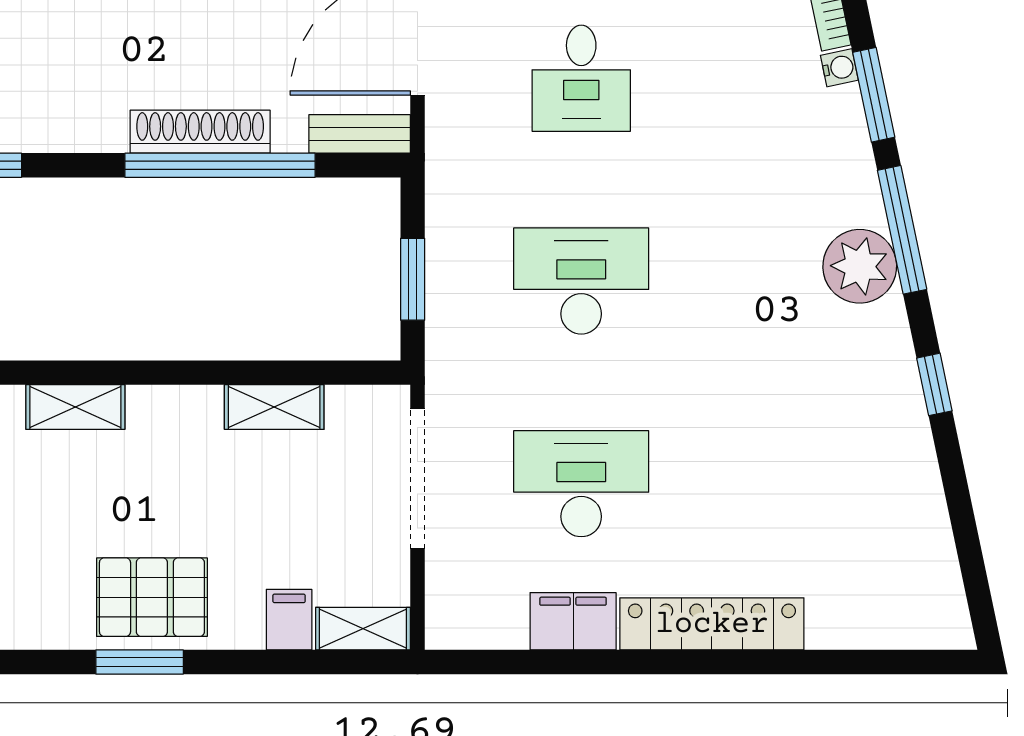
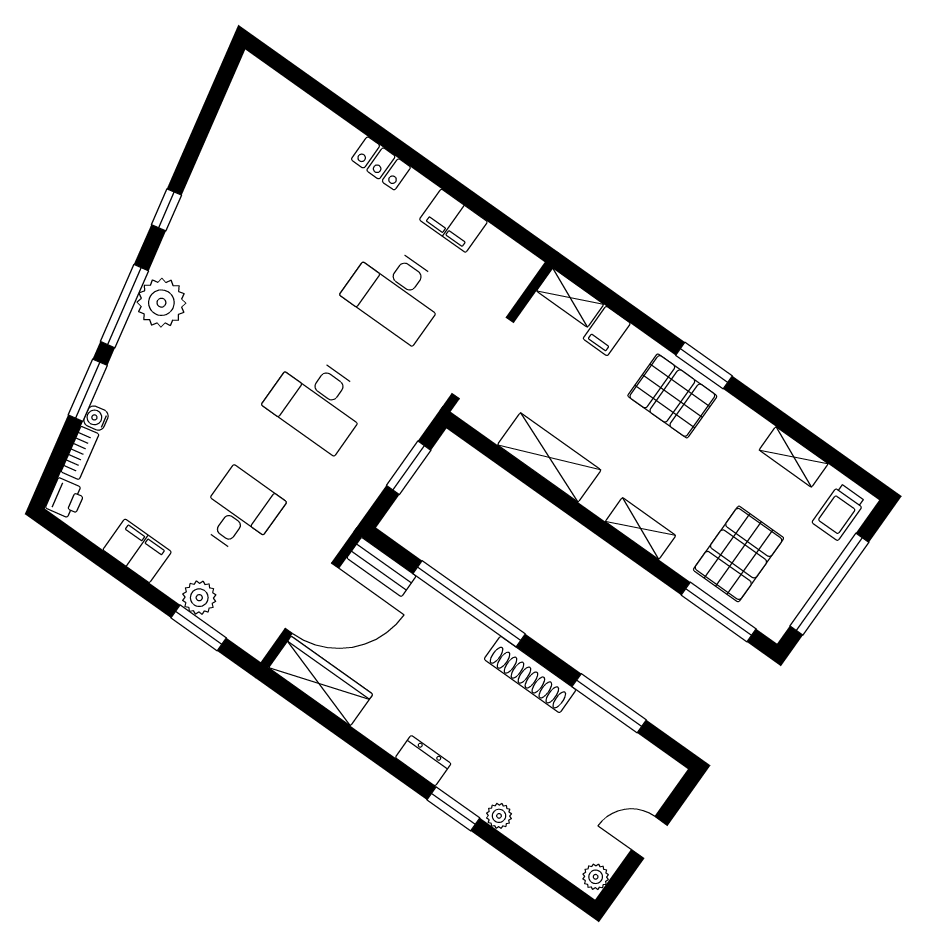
shoe rack: (200, 132) -> (530, 675), moved
shelving: (274, 407) -> (549, 457), width x1.50, depth x1.33
locker: (712, 624) -> (381, 163), width x0.46, depth x0.83

